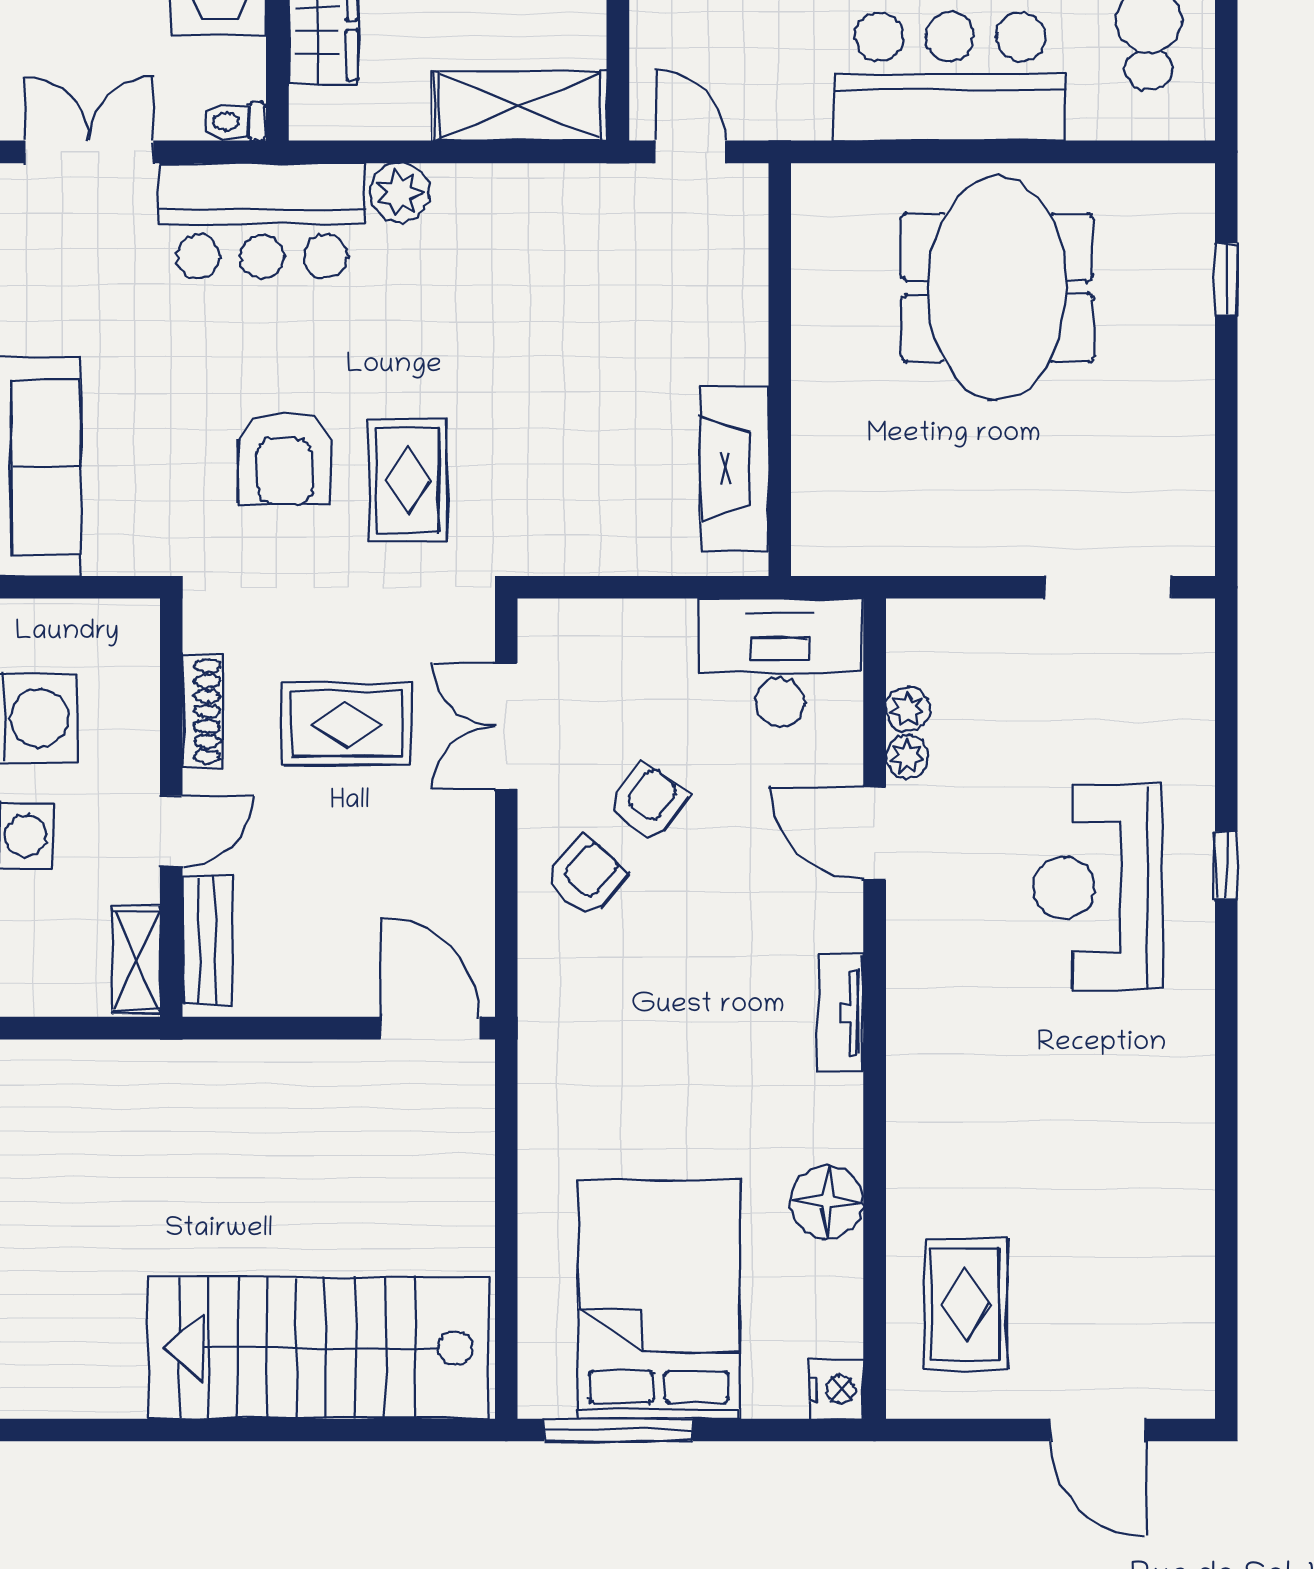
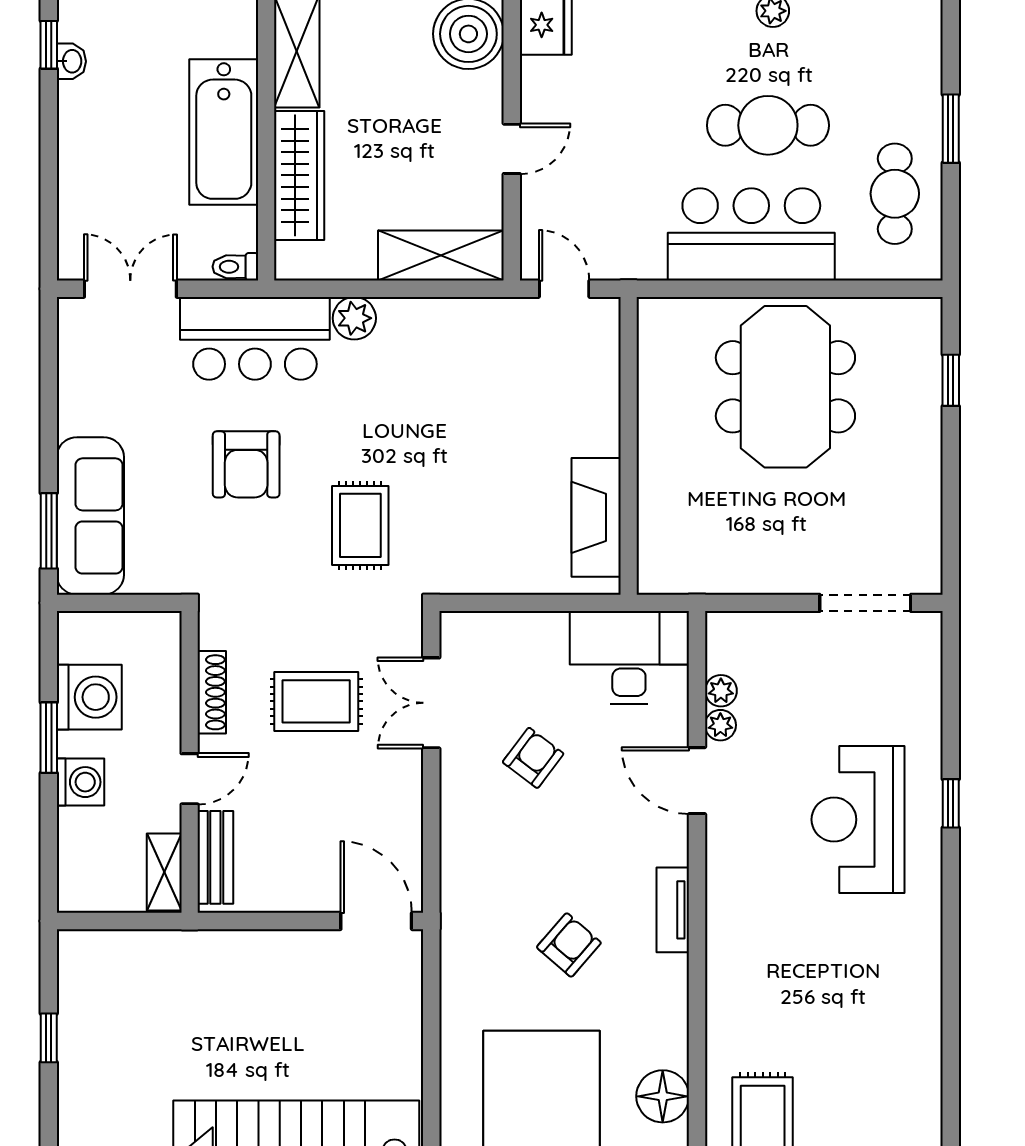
armchair: (284, 458) -> (246, 464), moved
armchair: (585, 877) -> (569, 945), moved
floor lamp: (827, 1202) -> (663, 1096), moved

